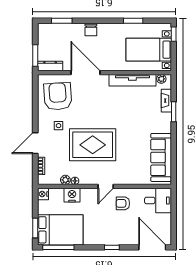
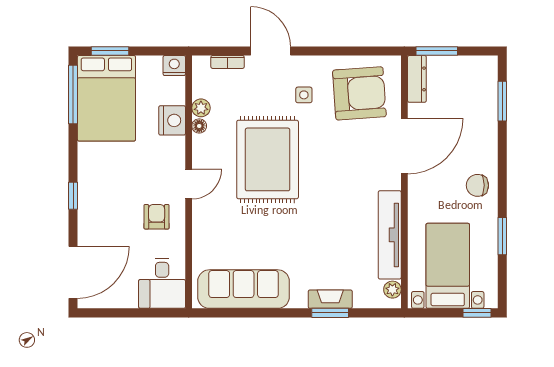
chair: (91, 30) -> (477, 185), moved
fireplace: (166, 101) -> (330, 299), moved
door: (106, 186) -> (189, 184), swing flipped

